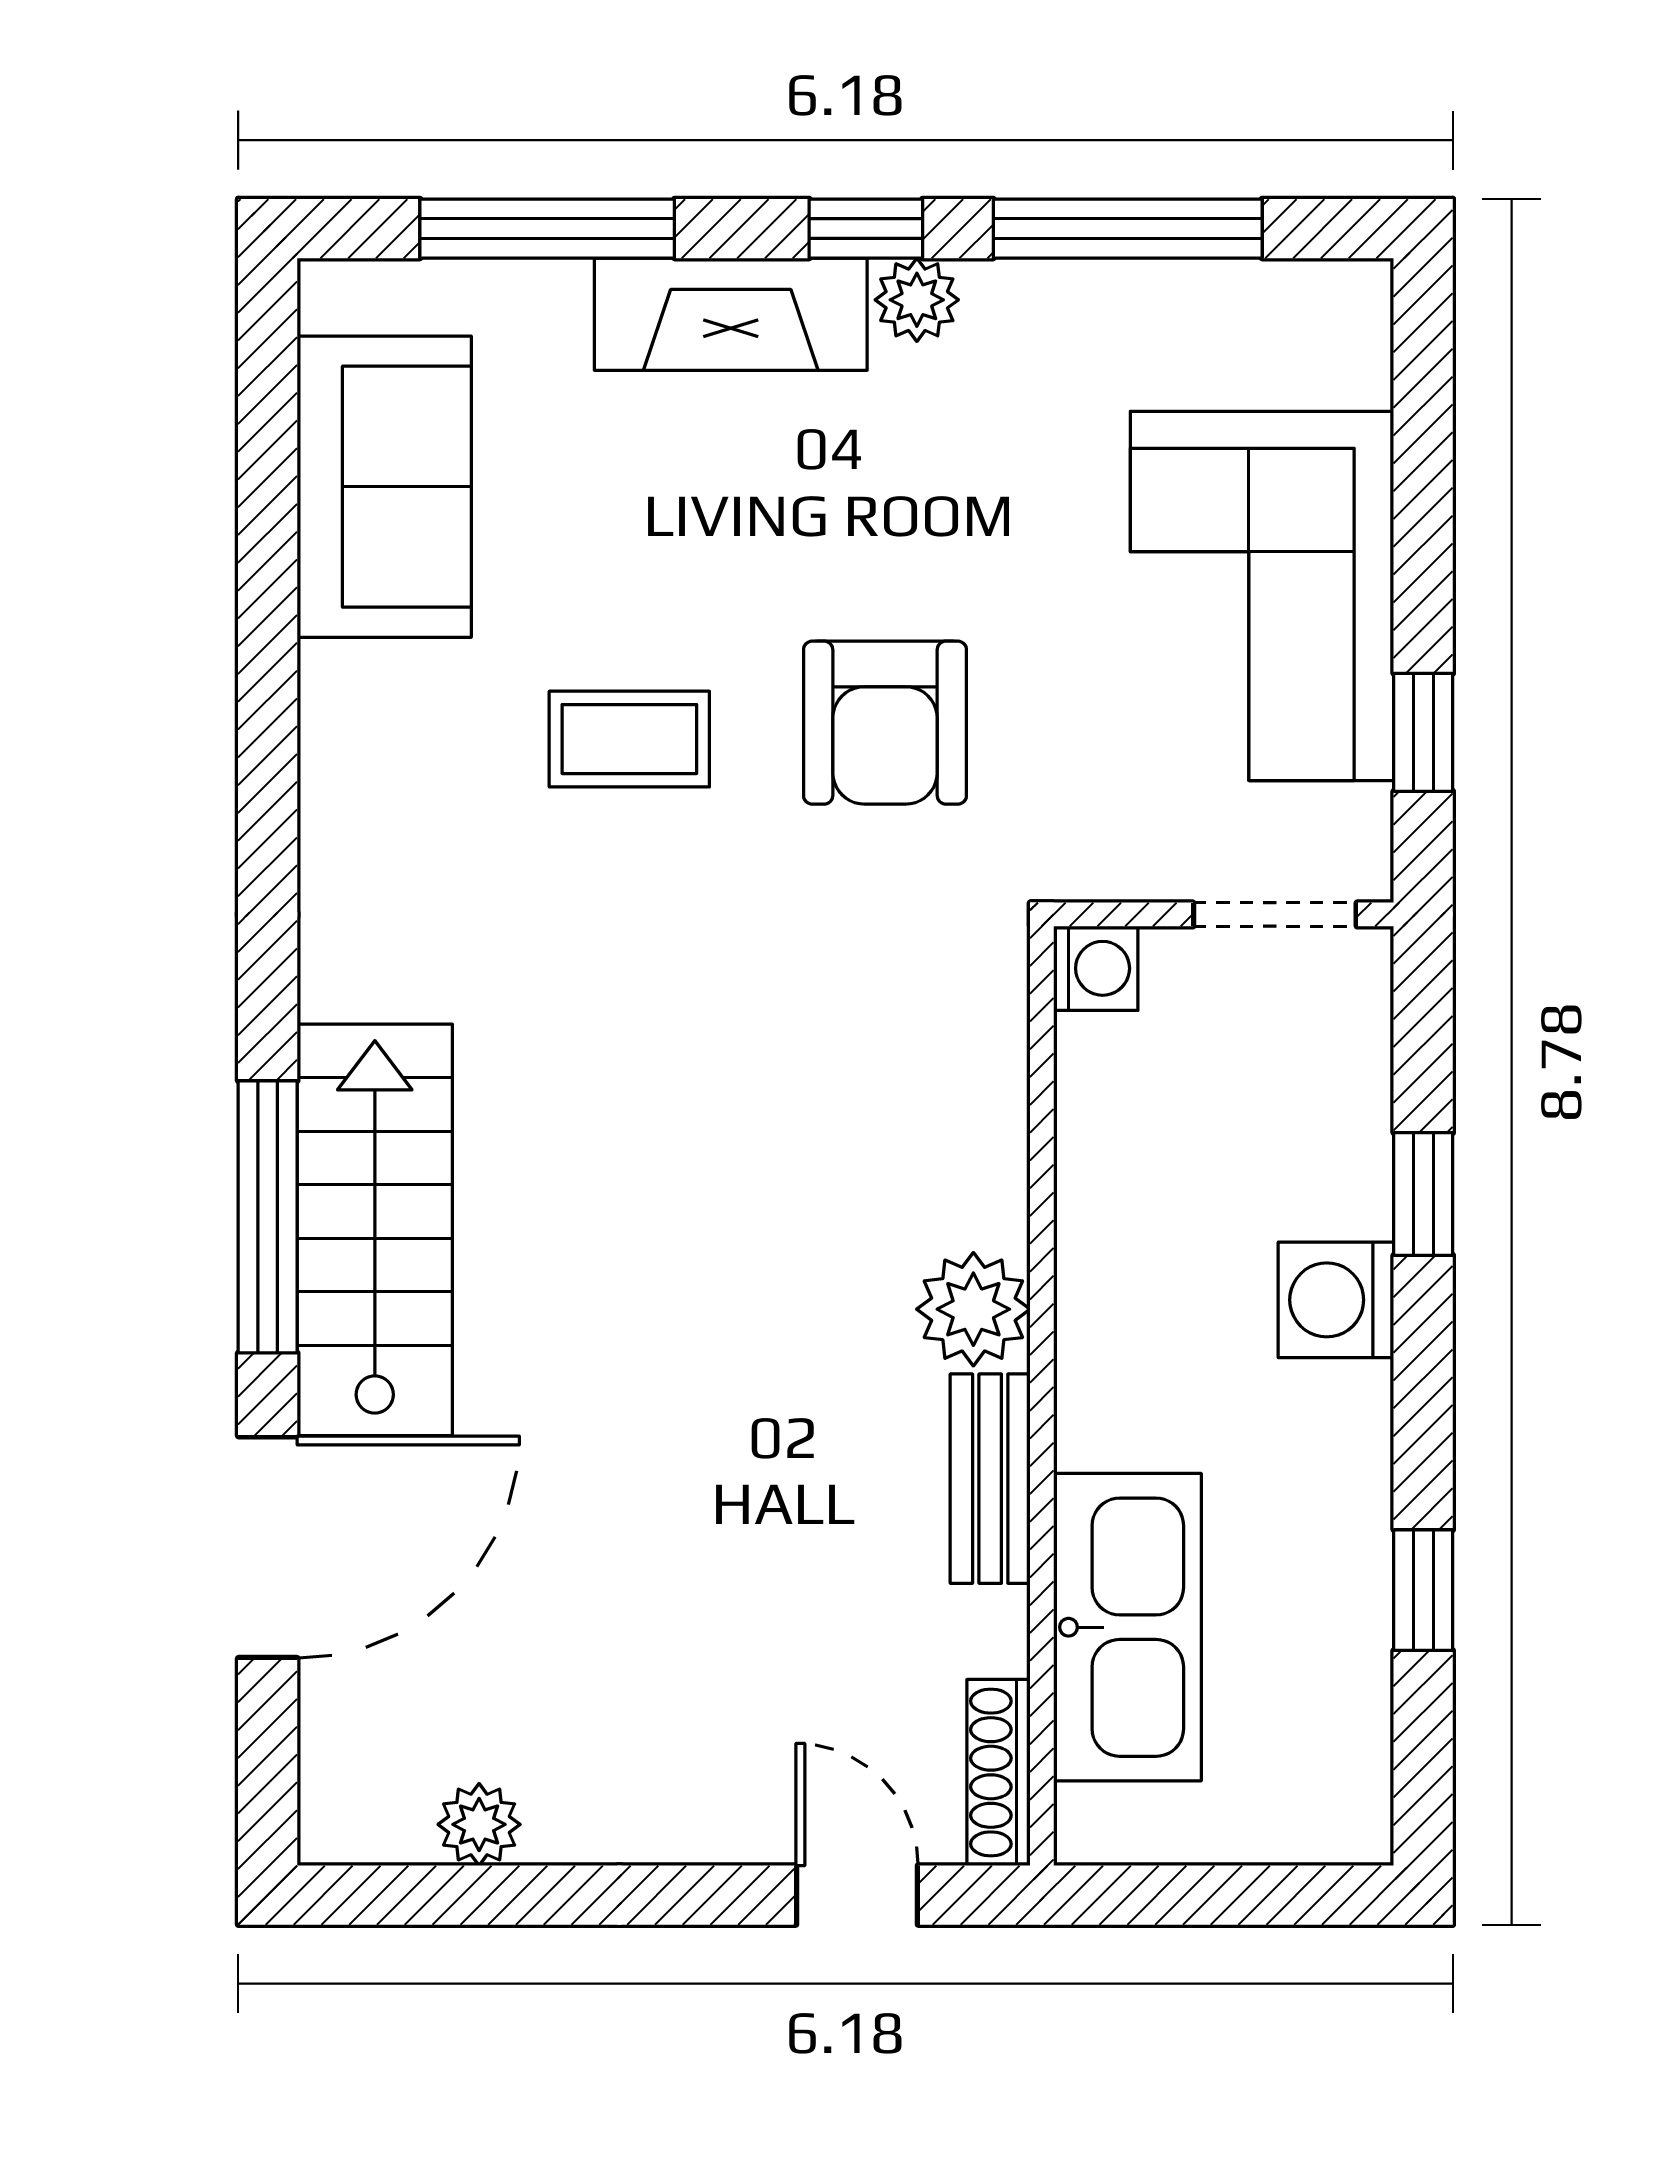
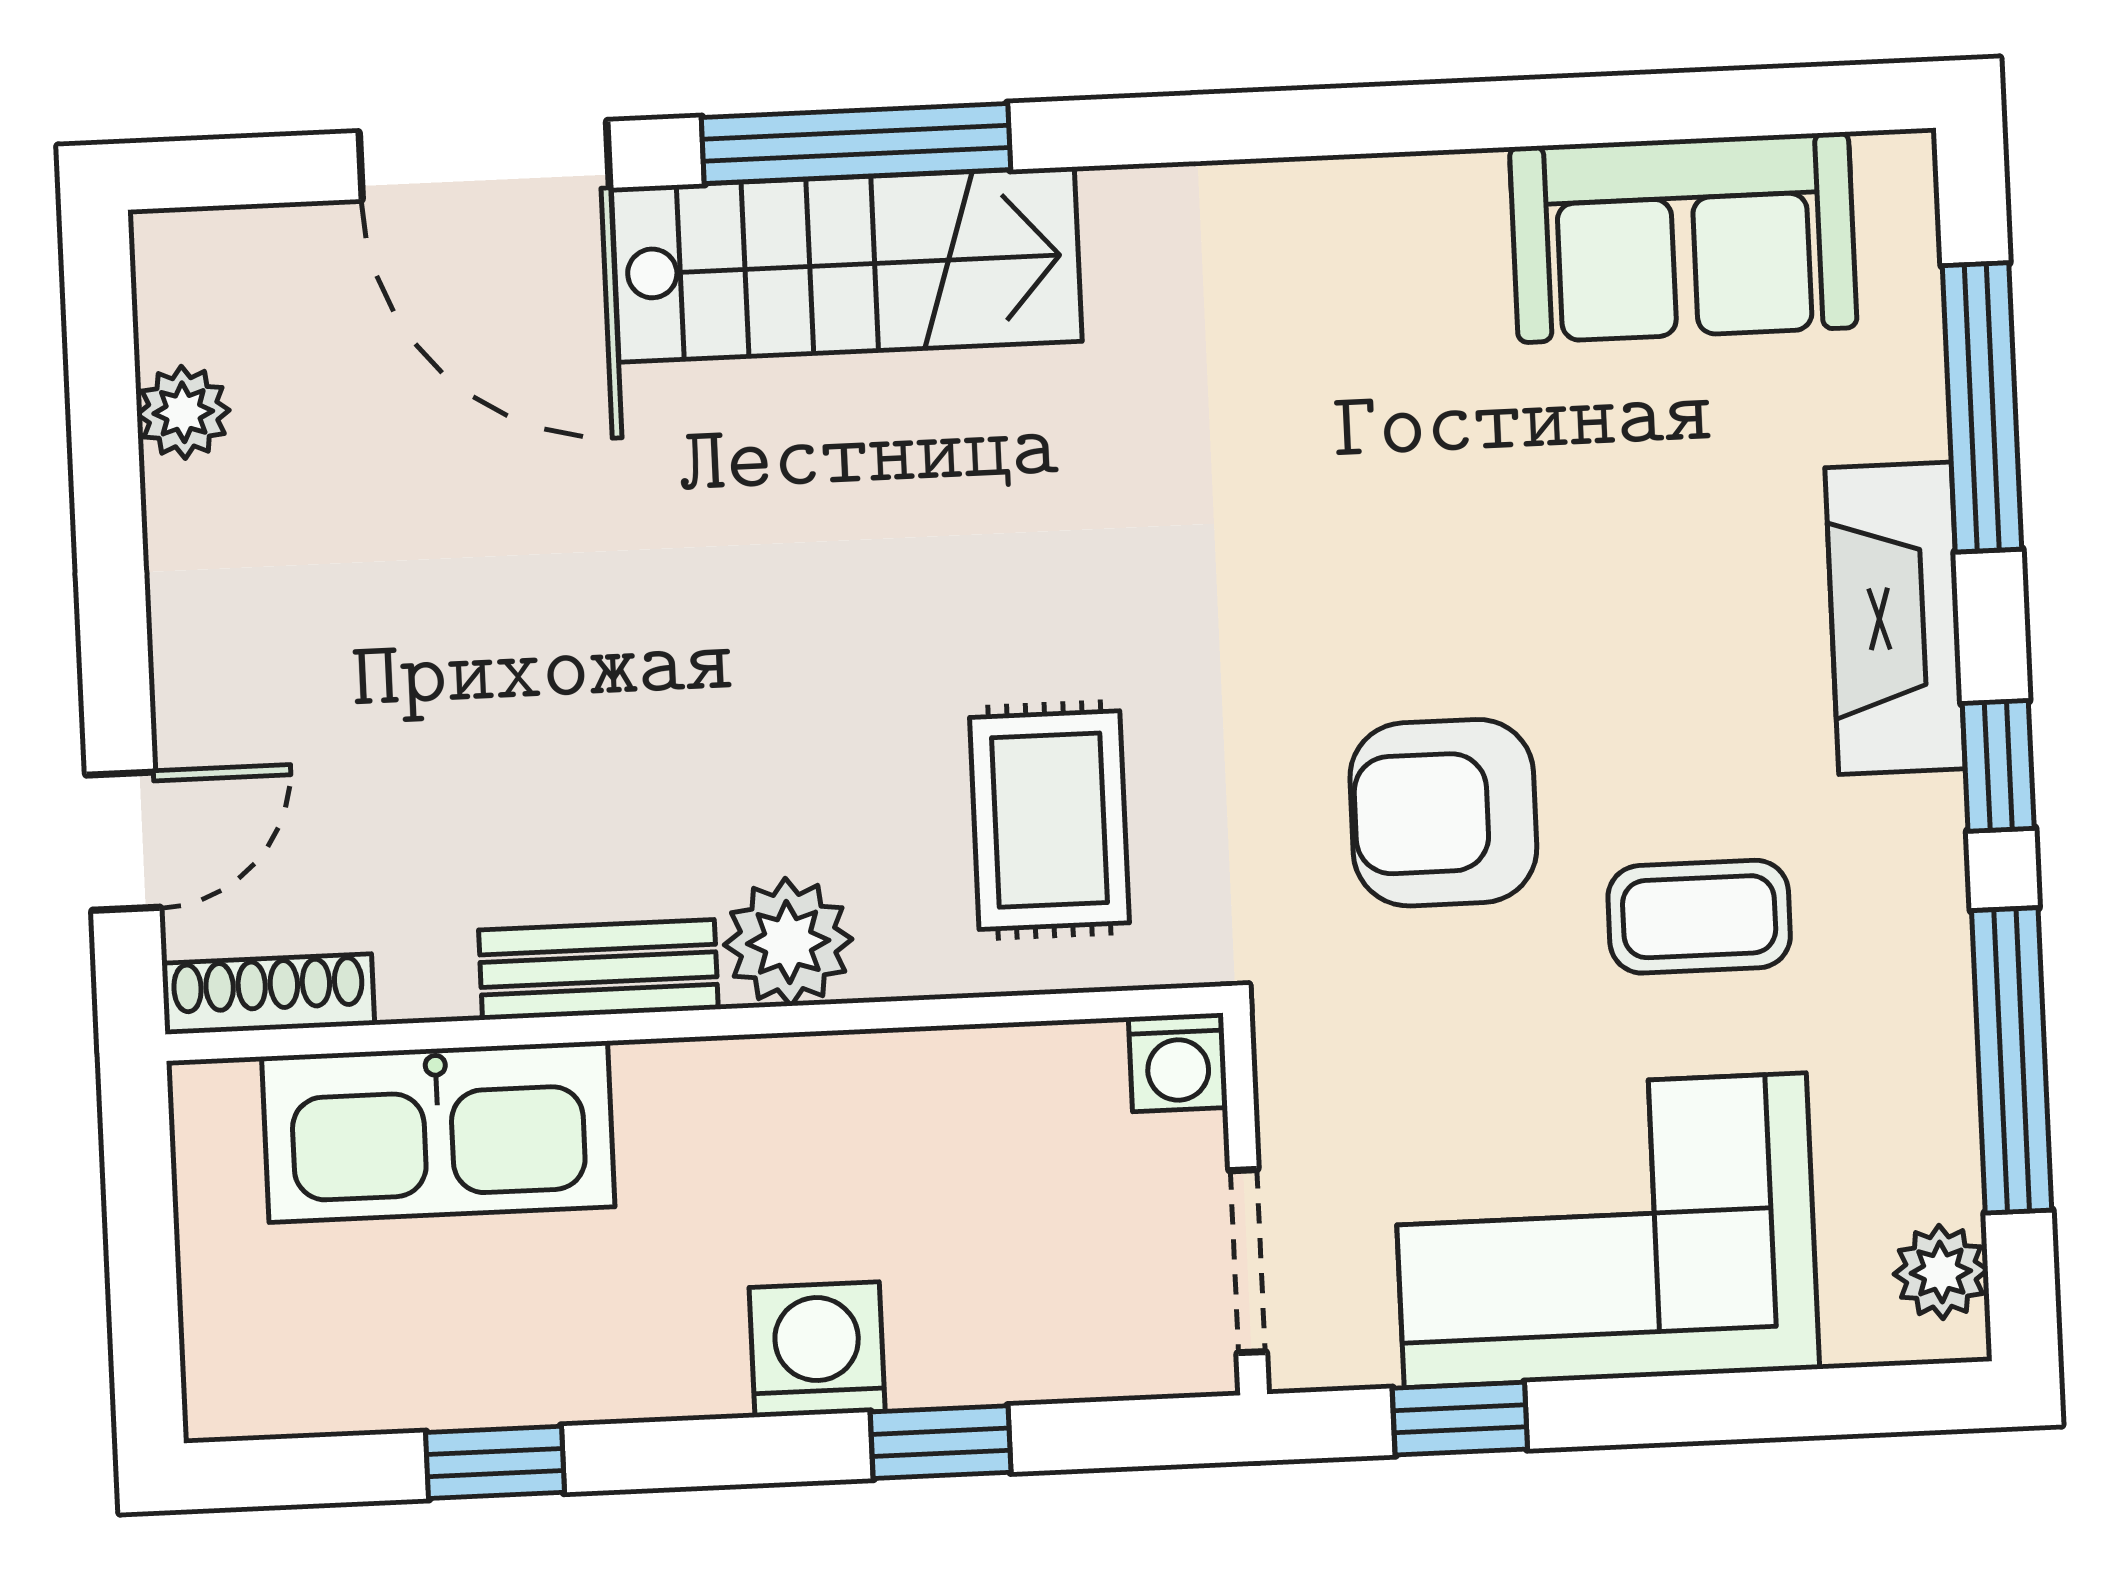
plant: (917, 300) -> (1941, 1272), moved
coffee table: (629, 739) -> (1699, 917), moved, turned 90
rug: (876, 1072) -> (1049, 820), added

